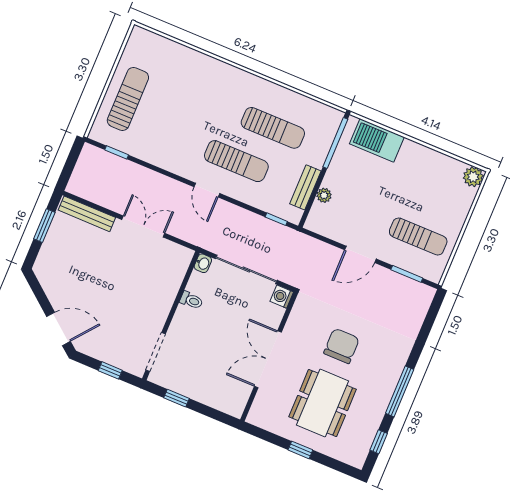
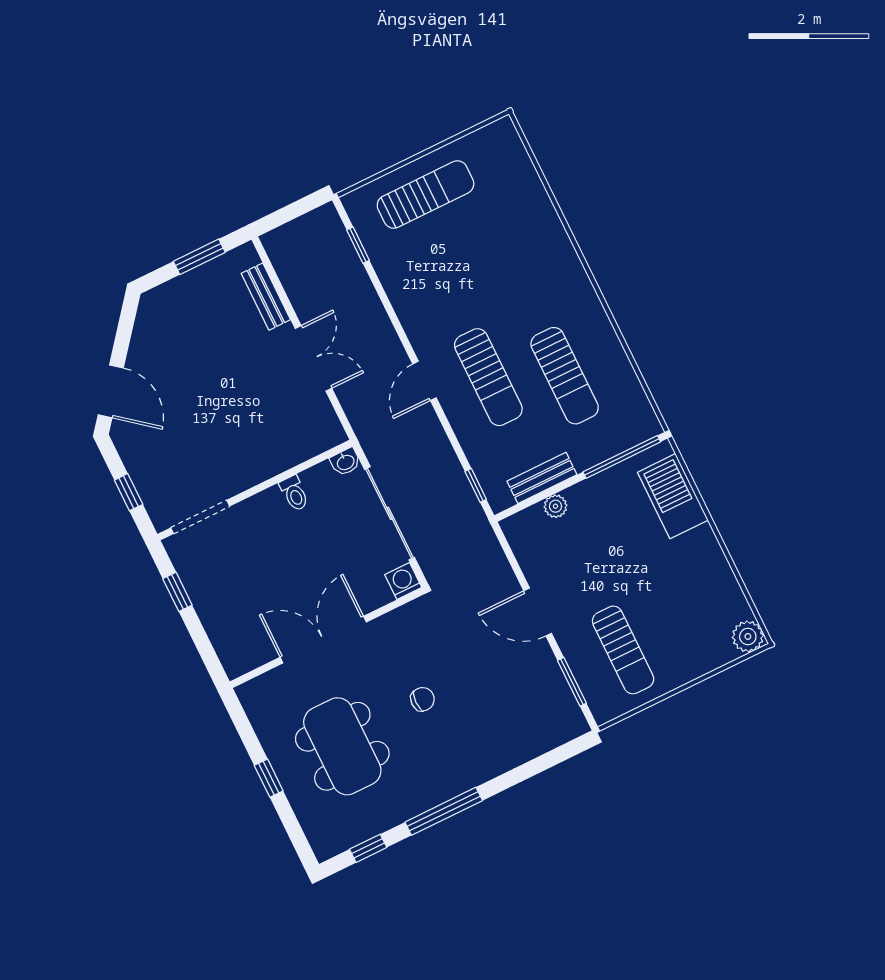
bench: (87, 214) -> (266, 297), width x0.73
chair: (342, 346) -> (423, 699), width x0.54, depth x0.54
dining table: (323, 403) -> (342, 746), turned 90

